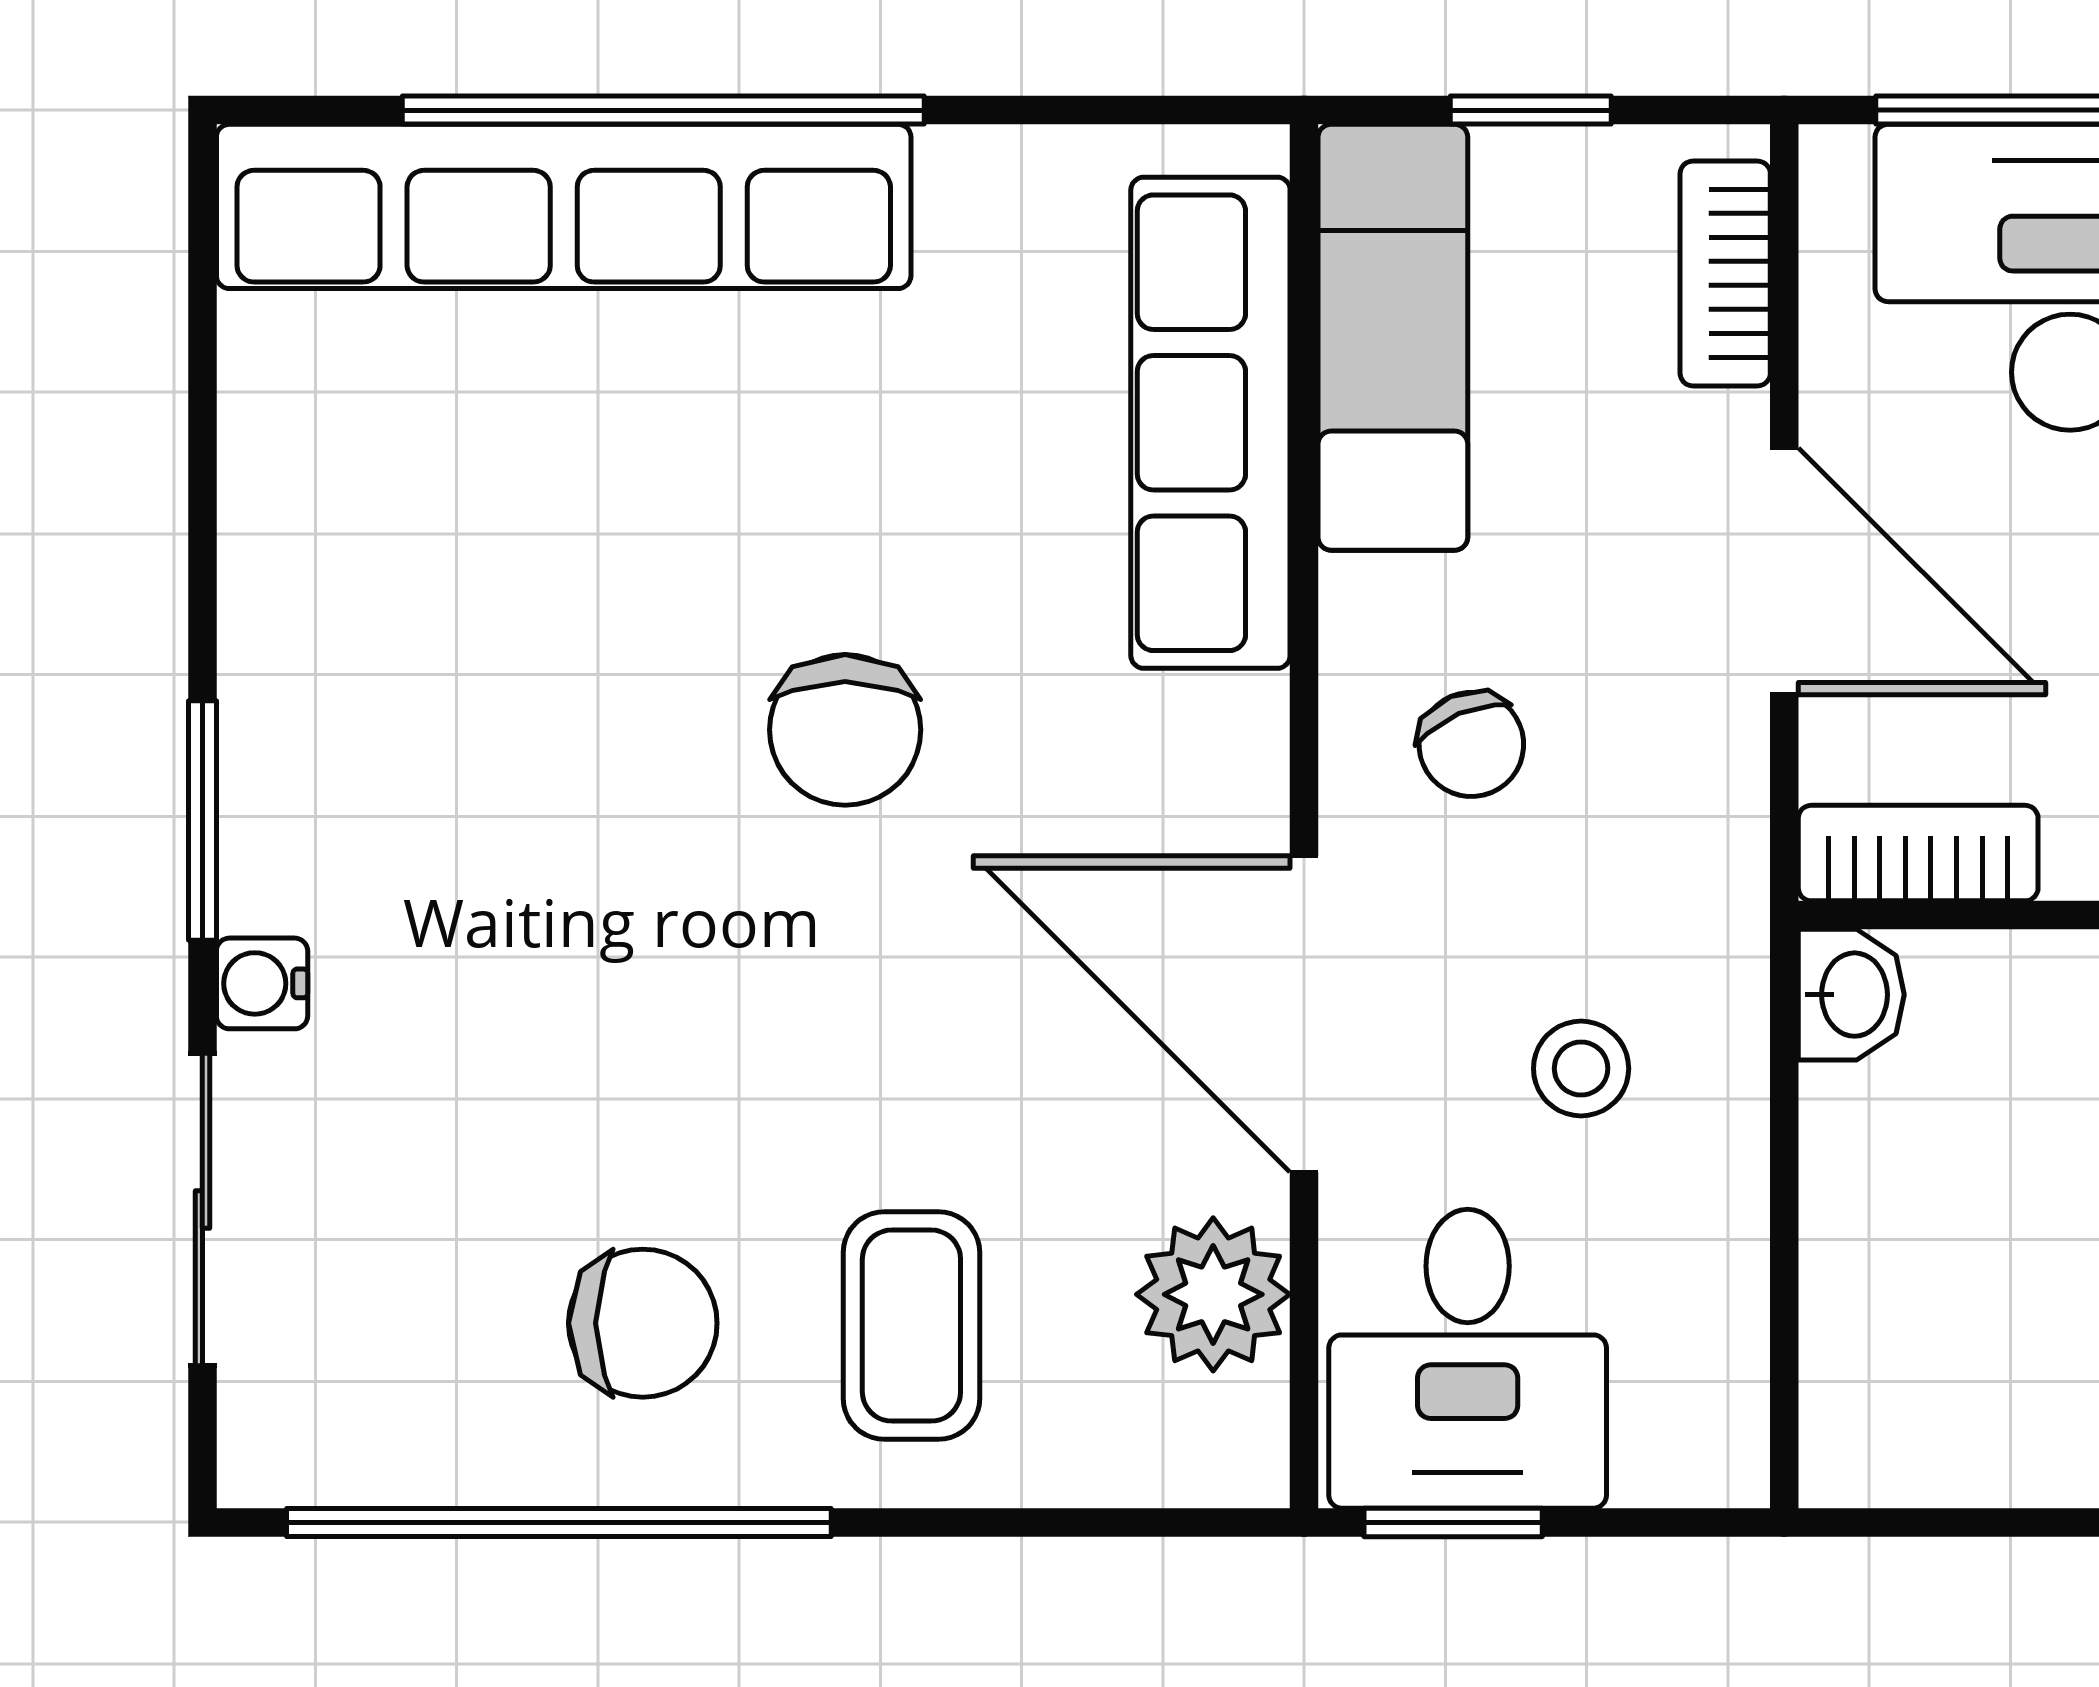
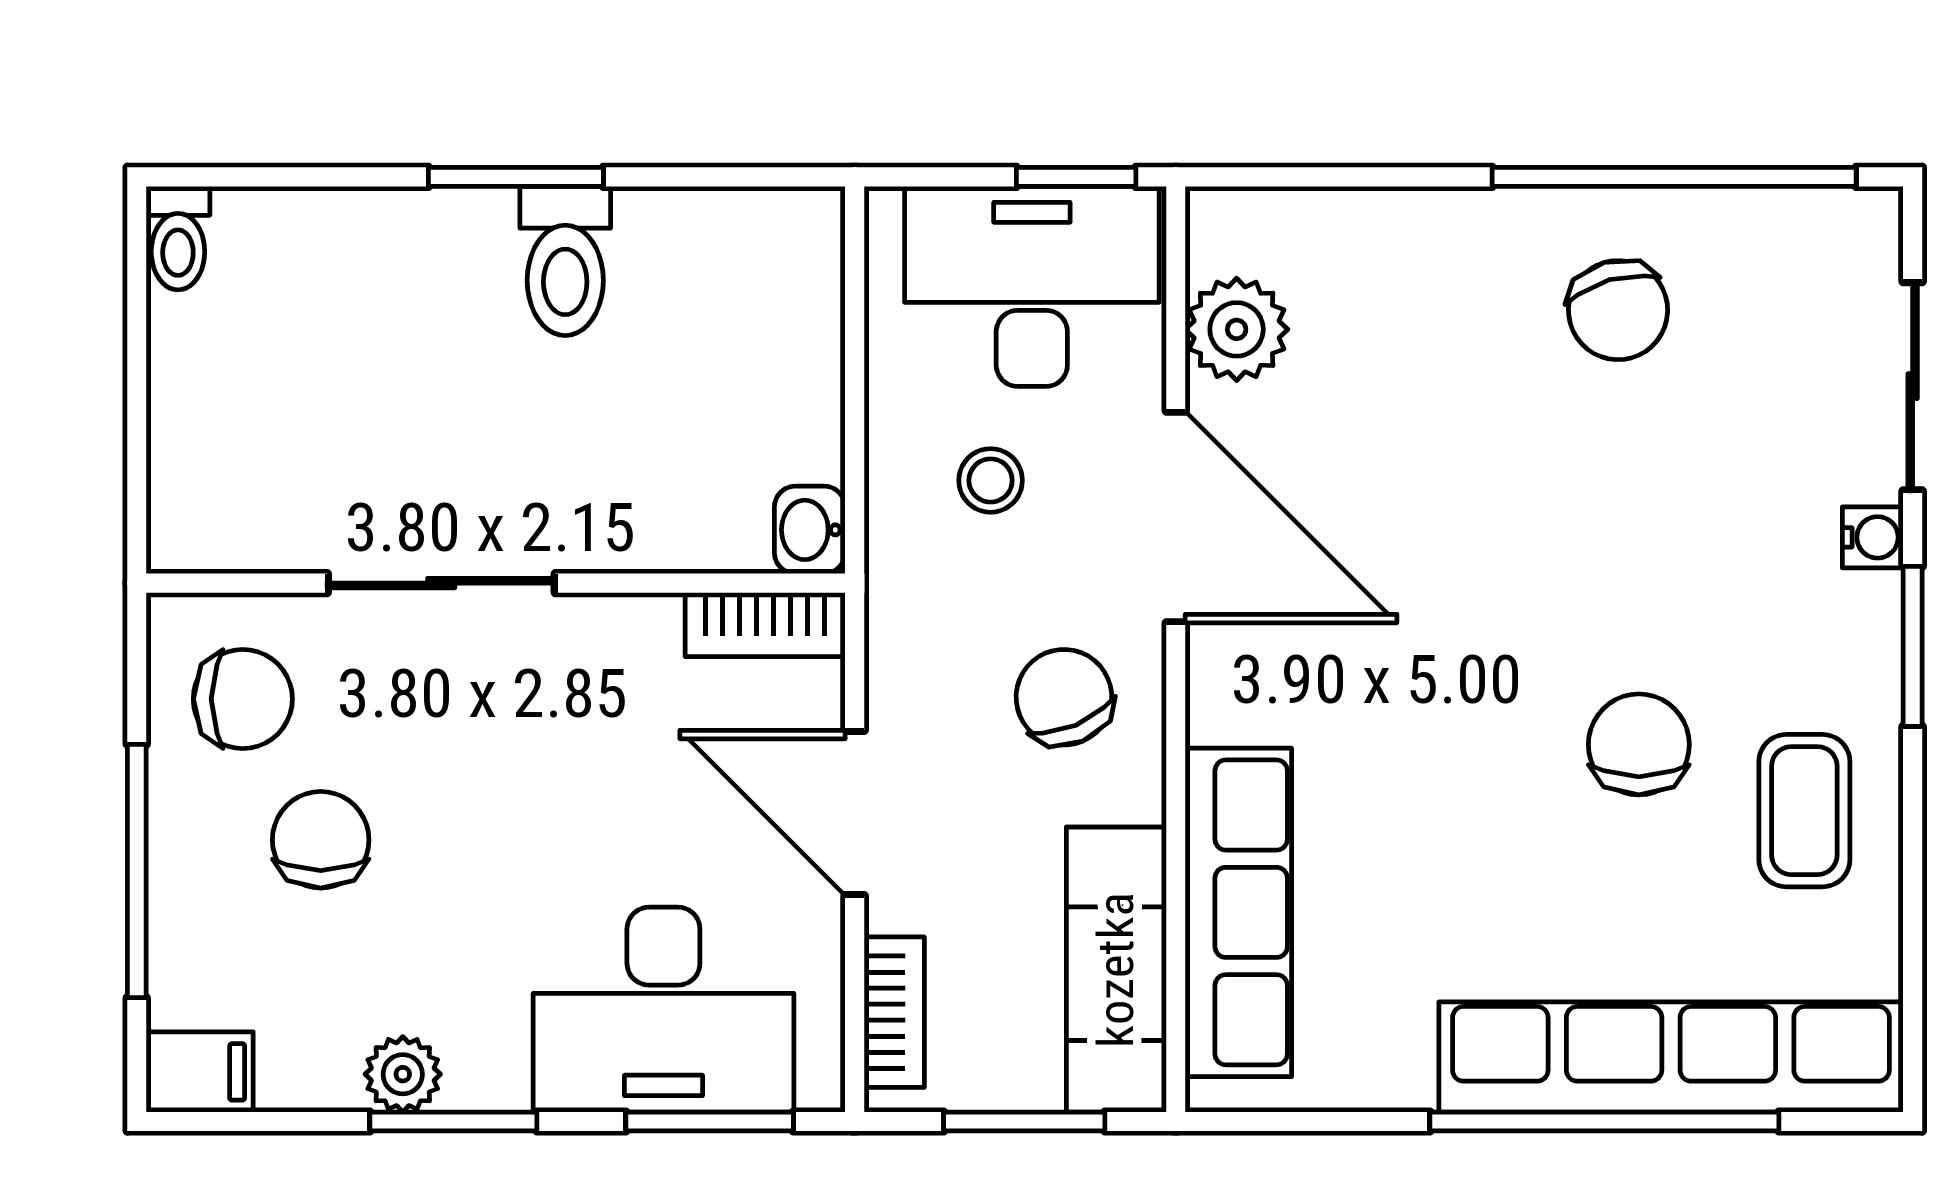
window: (1531, 110) -> (1024, 1122), width x1.50
chair: (845, 730) -> (1639, 744), moved
chair: (1471, 744) -> (1064, 697), width x1.37, depth x1.37
chair: (643, 1323) -> (1618, 310), turned -106
coffee table: (911, 1326) -> (1804, 811), moved
desk: (1468, 1359) -> (1032, 286), width x1.37

